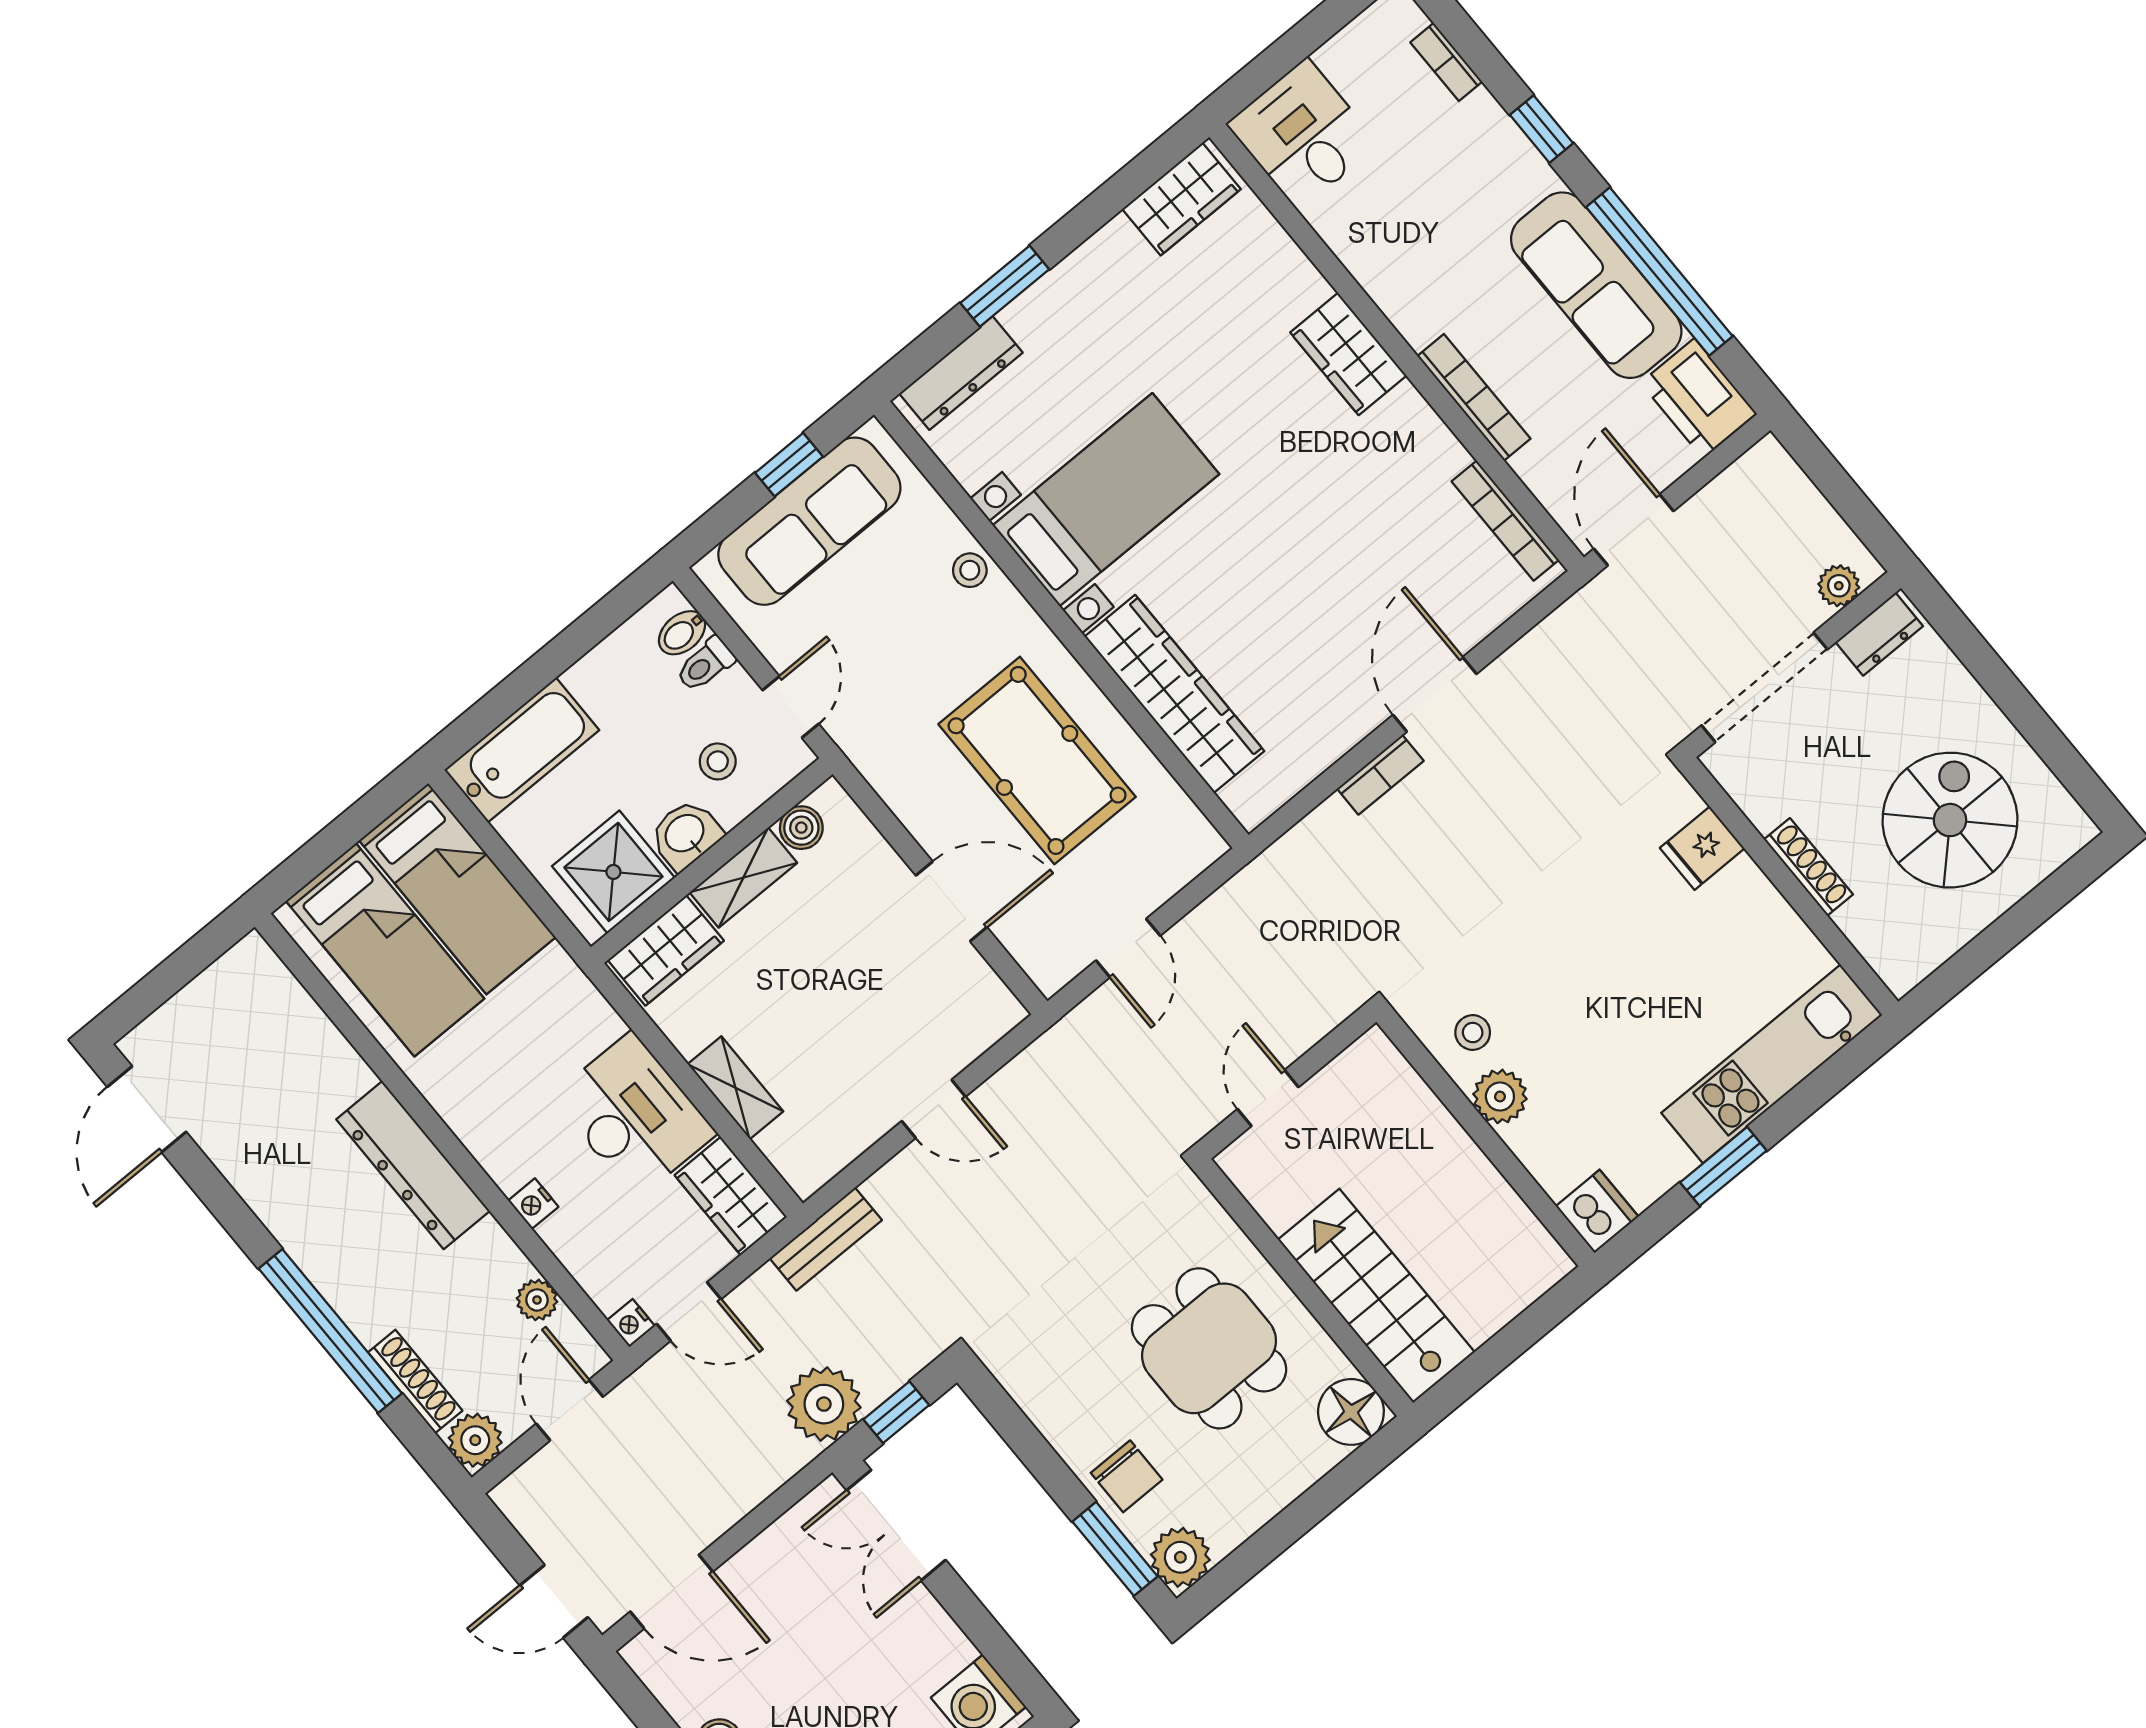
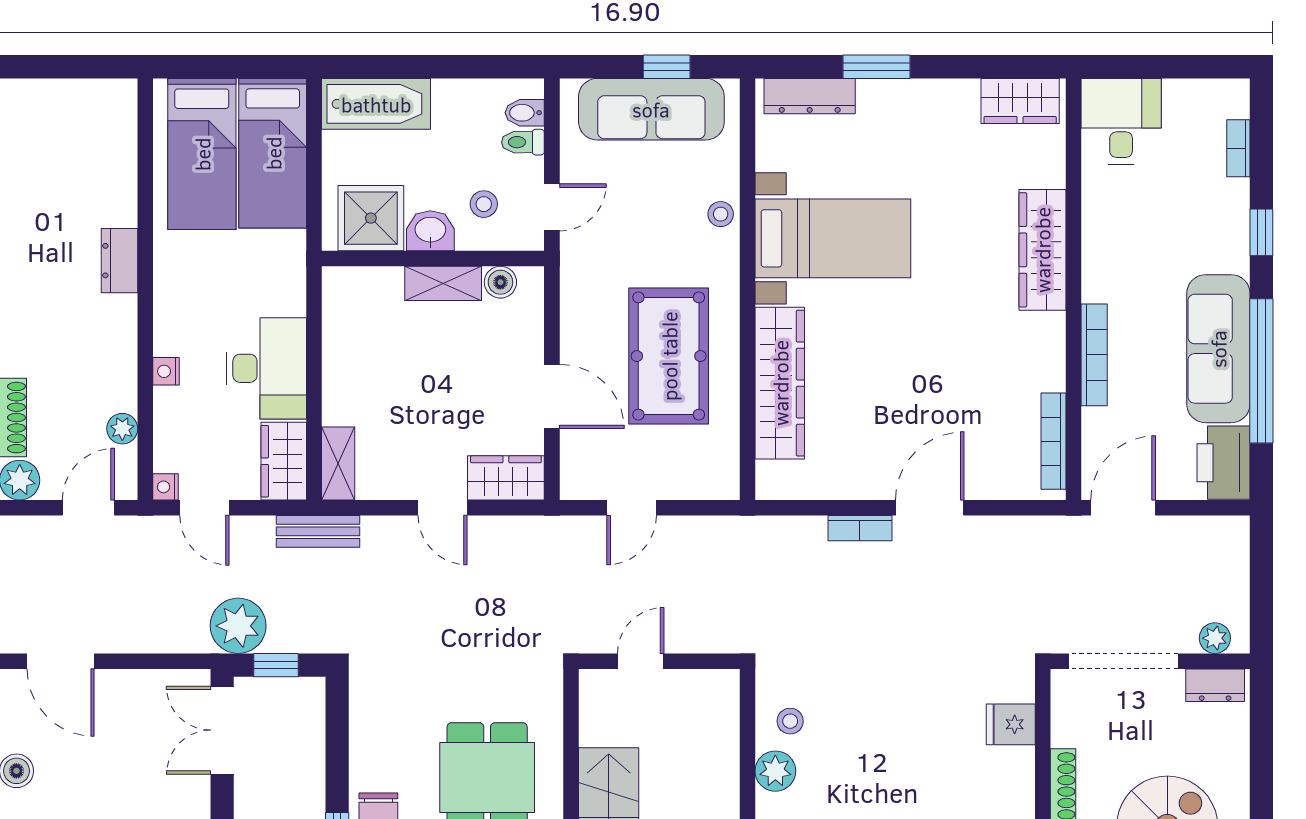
wardrobe: (1348, 354) -> (1042, 250), width x1.50
wardrobe: (666, 950) -> (506, 478), moved, turned 180
shelving: (735, 1088) -> (338, 464), moved
dresser: (413, 1165) -> (120, 261), width x0.51, depth x0.80

